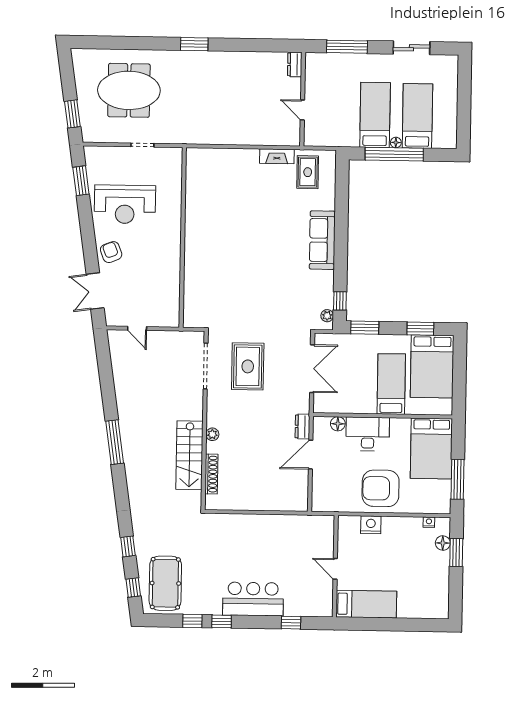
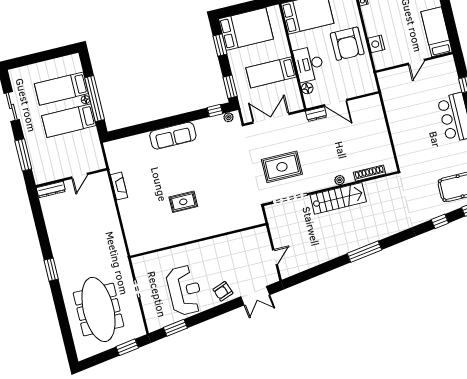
dresser: (295, 64) -> (51, 190), width x1.44
meeting table: (129, 90) -> (98, 309), width x1.36
rug: (308, 172) -> (183, 202), moved
bed: (391, 384) -> (271, 72), moved
stairs: (189, 455) -> (338, 198), moved

